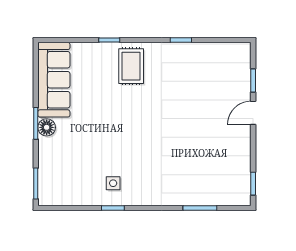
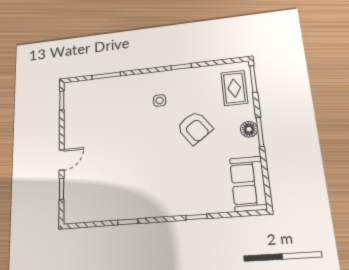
rug: (131, 66) -> (234, 88), moved
sofa: (54, 80) -> (248, 184), width x0.73
armchair: (103, 135) -> (195, 128), added
side table: (113, 183) -> (160, 101), moved

